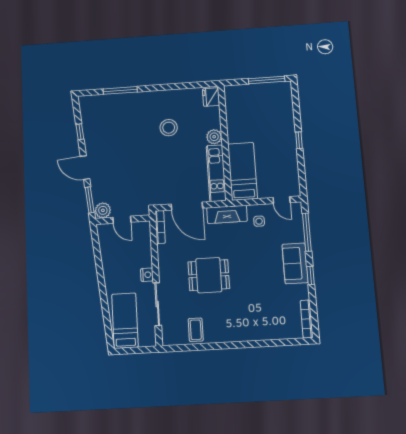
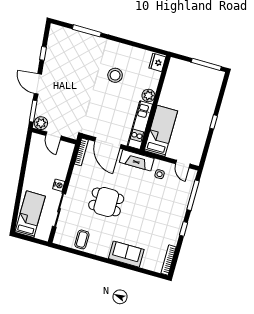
sofa: (295, 263) -> (126, 254), moved, turned 90

